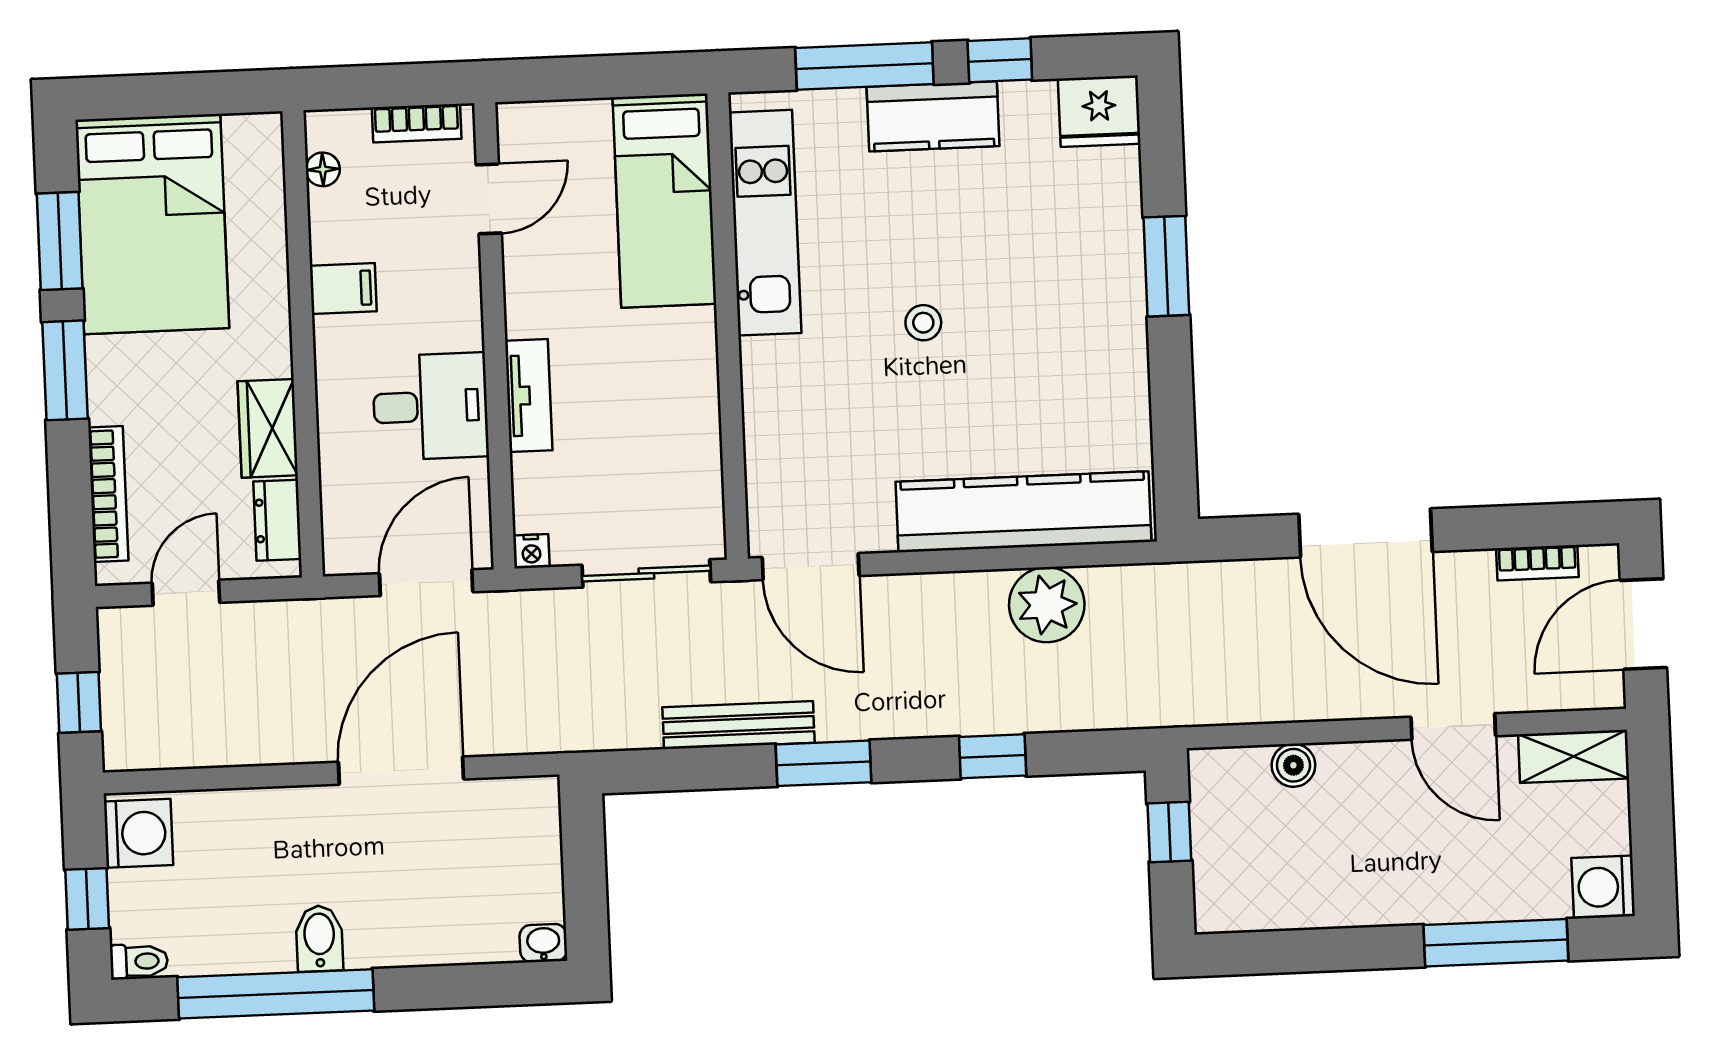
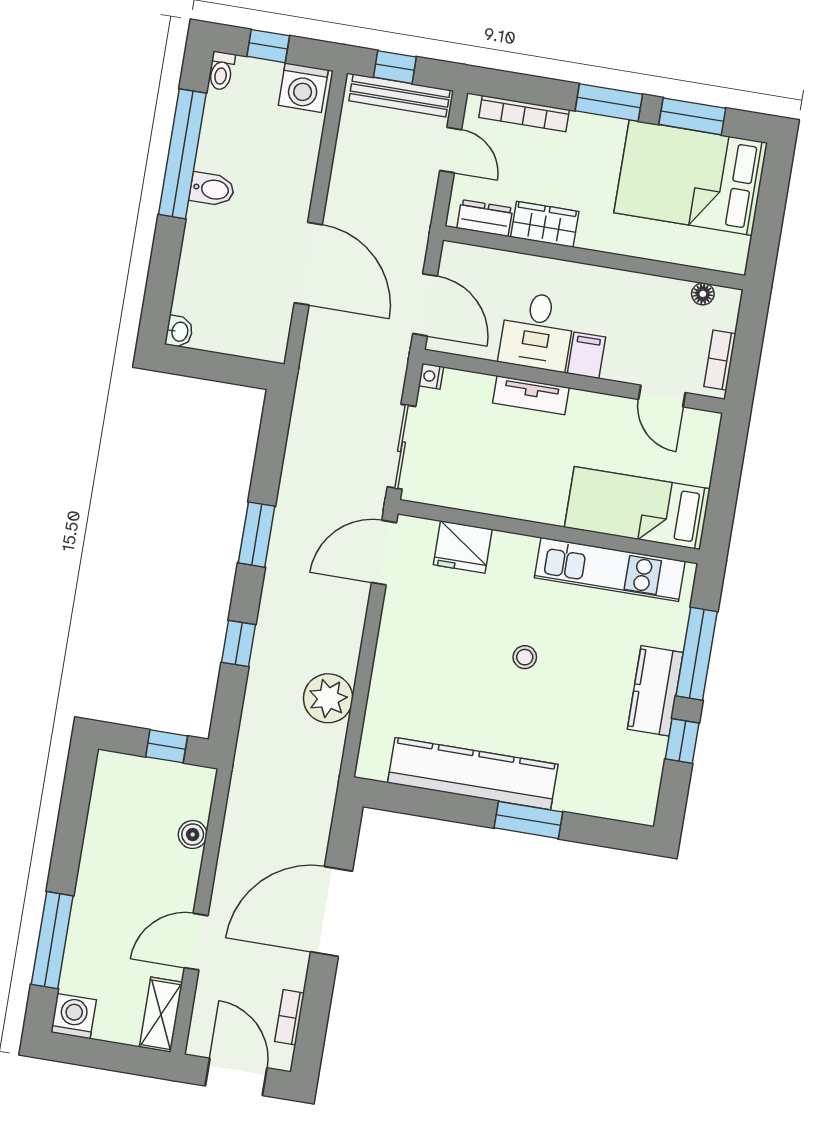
fridge: (1099, 111) -> (463, 547), moved, turned -90
filing cabinet: (343, 288) -> (586, 355), moved, turned 180
kitchen counter: (1023, 512) -> (473, 774), moved, turned -90
bench: (739, 725) -> (399, 95), moved, turned 90

